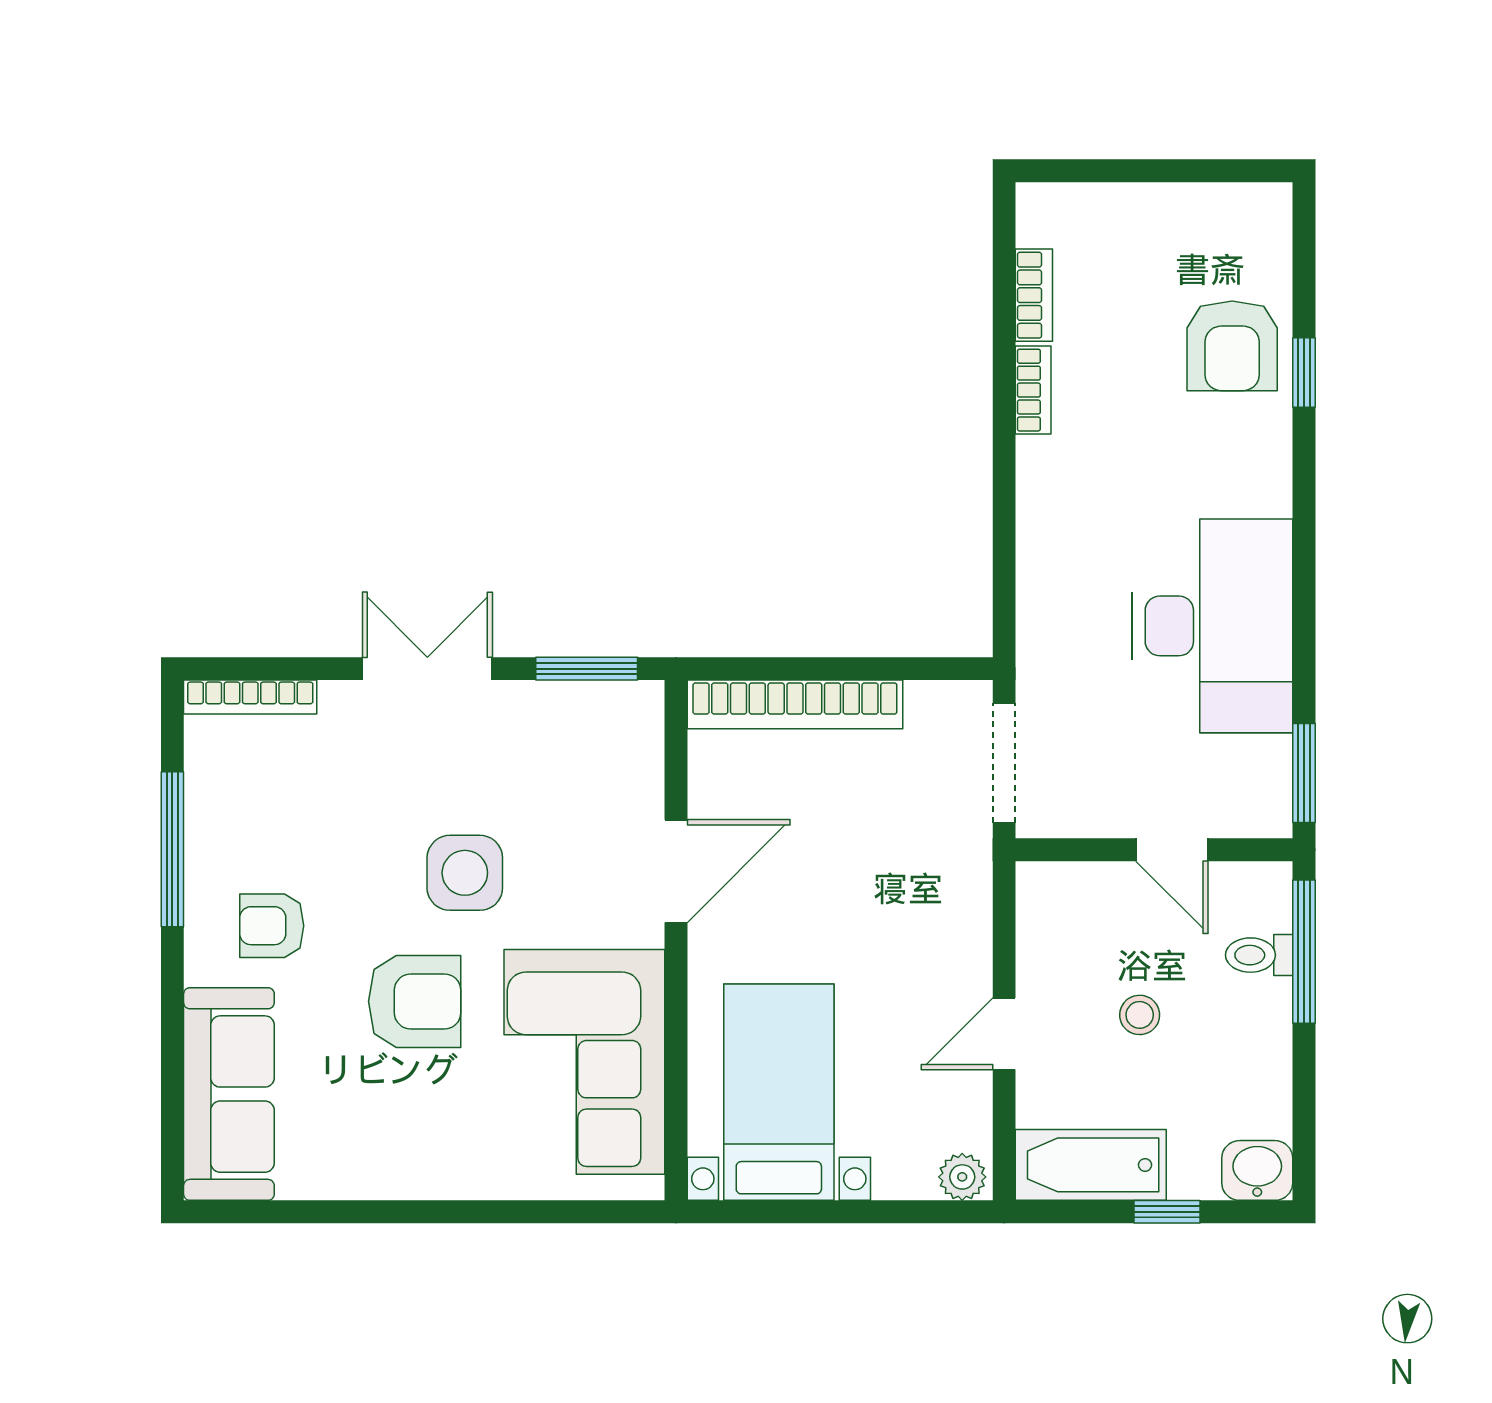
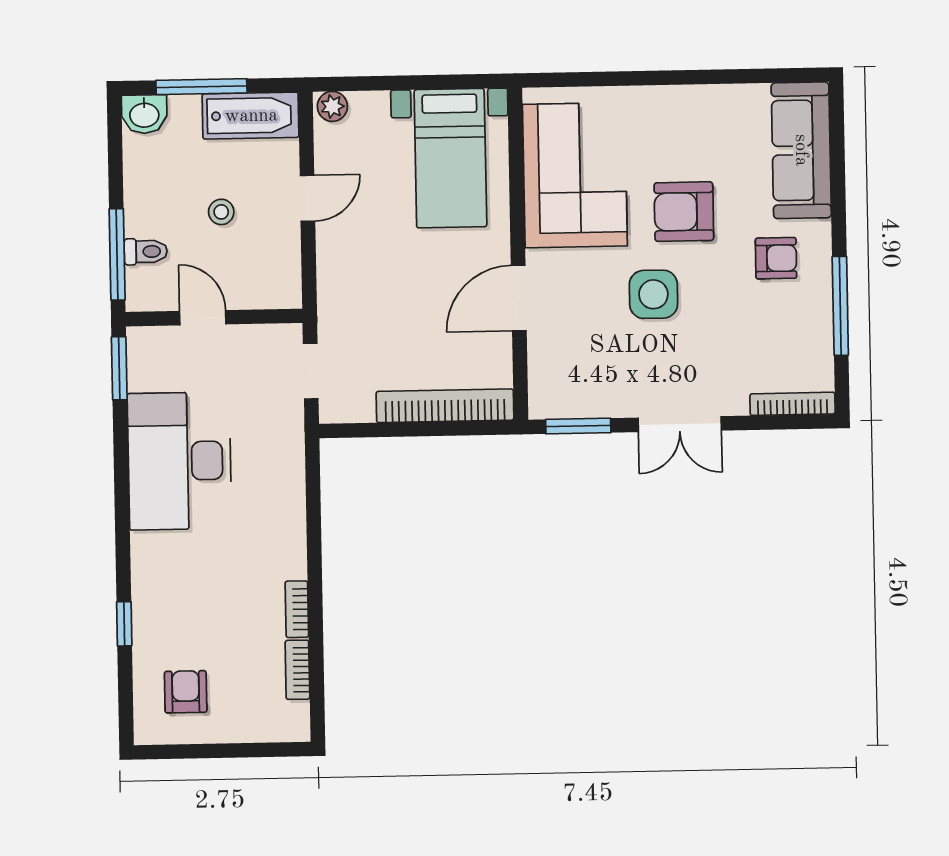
armchair: (1232, 346) -> (186, 692), moved, width x0.72, depth x0.72
doorway: (1004, 763) -> (311, 371), width x0.73
window: (1167, 1212) -> (201, 87), width x2.17

